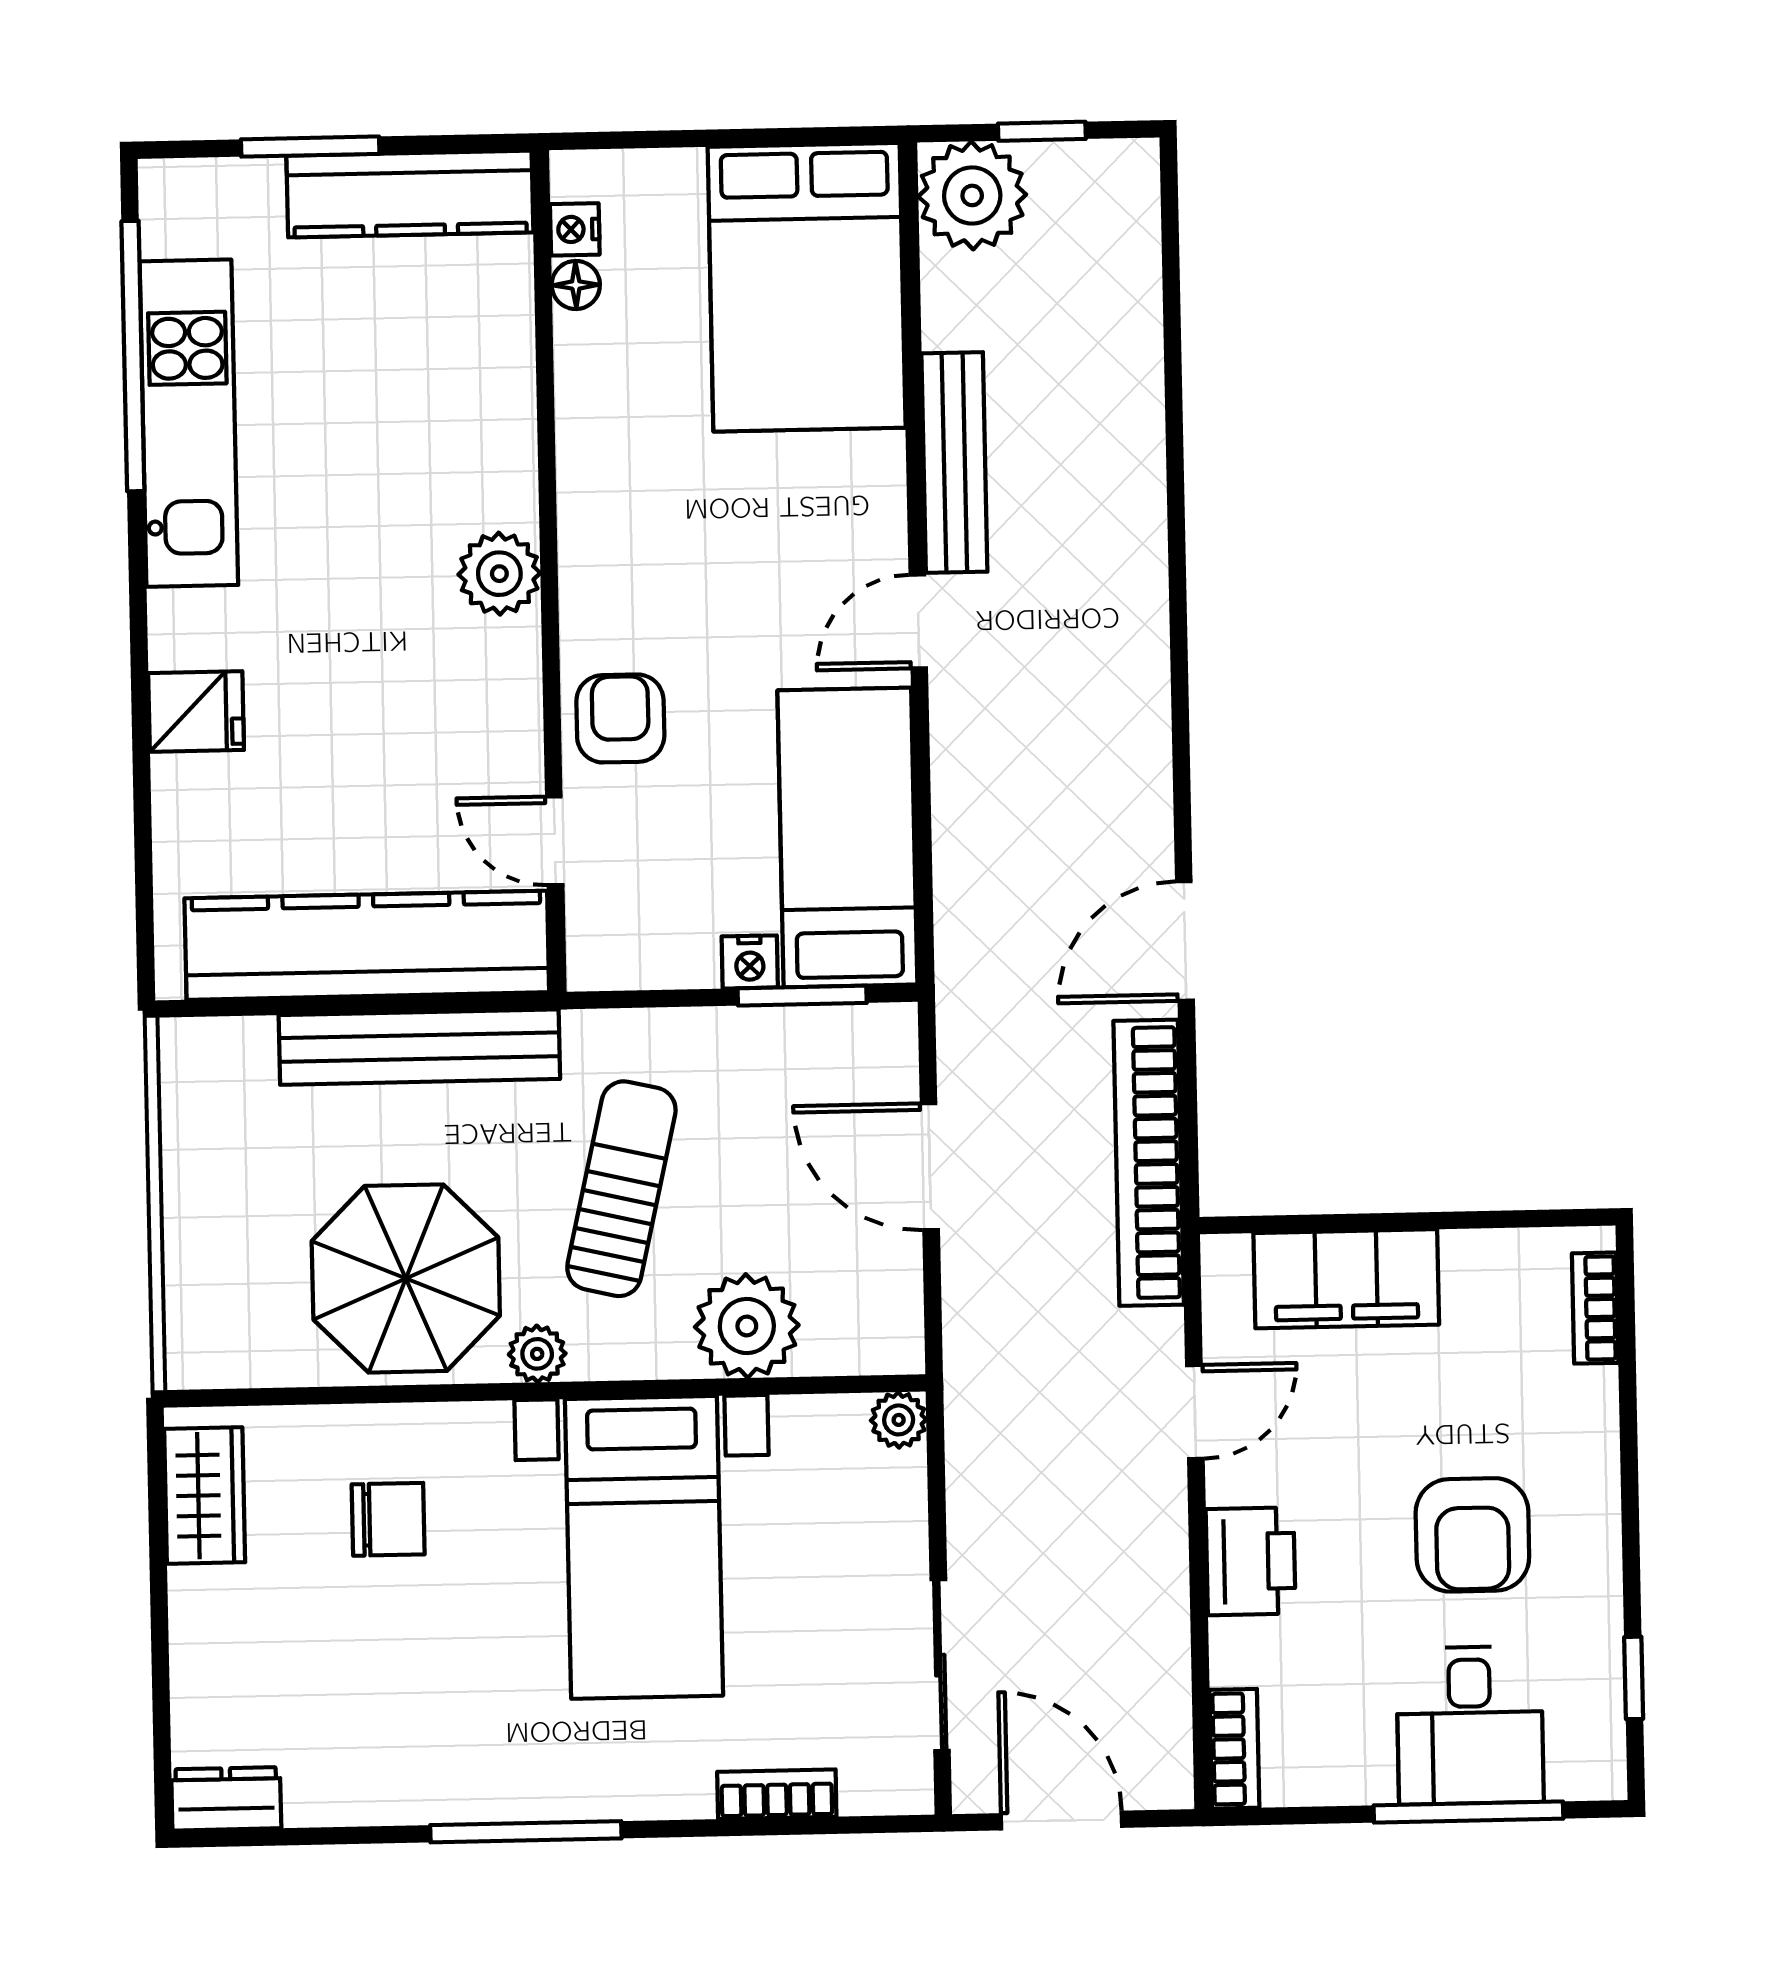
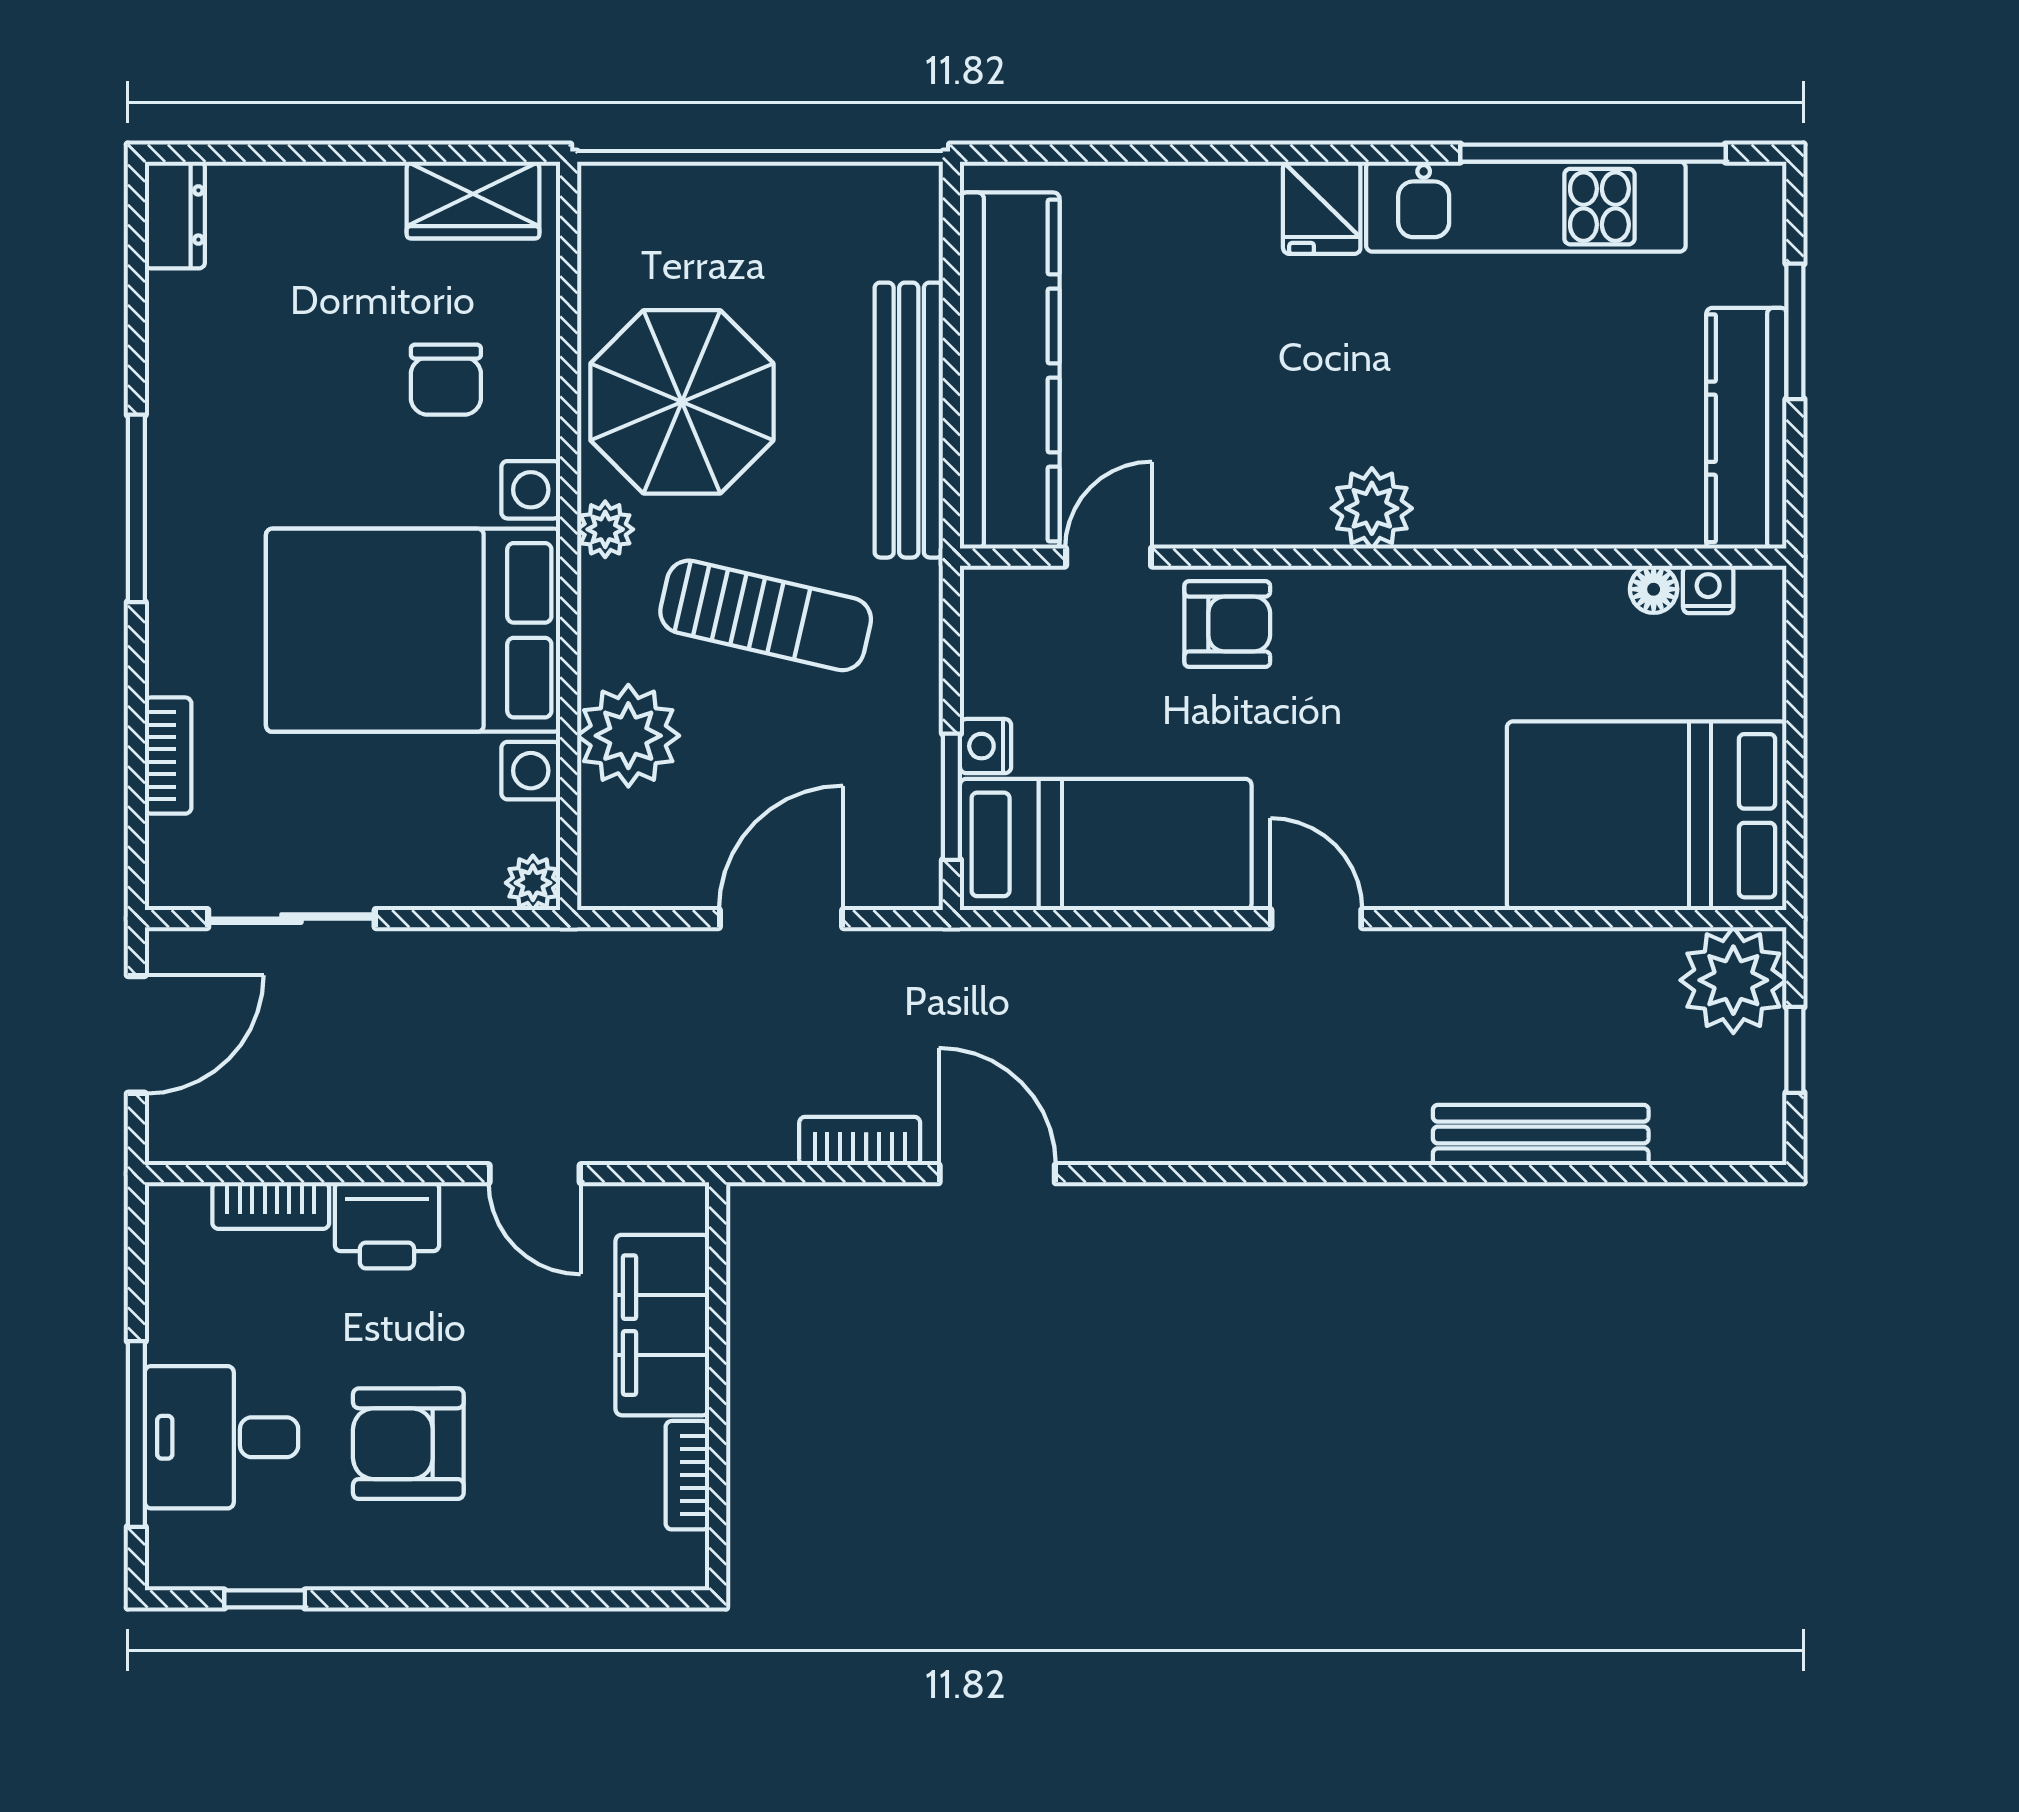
bench: (954, 462) -> (1541, 1135), moved
fridge: (196, 711) -> (1322, 208), moved
bookcase: (1149, 1163) -> (860, 1141), width x0.43, depth x0.76
bookcase: (1595, 1308) -> (687, 1475), moved, turned -90
bed with nightstands: (644, 1547) -> (413, 630), width x1.36
bookcase: (1234, 1749) -> (271, 1206), moved

